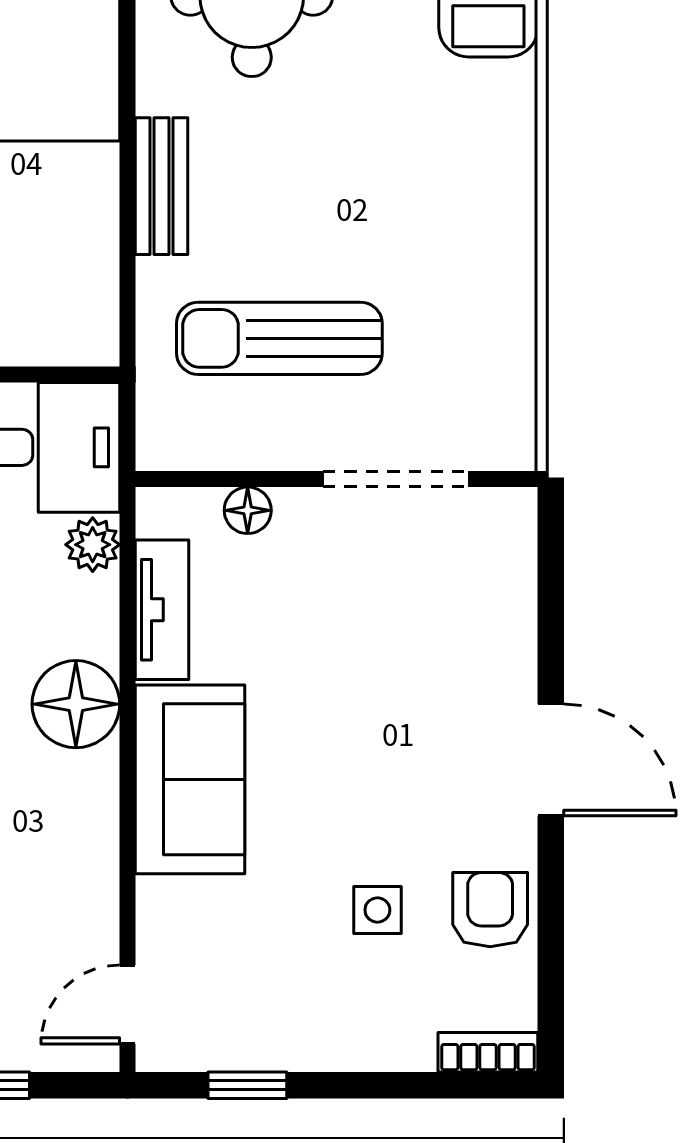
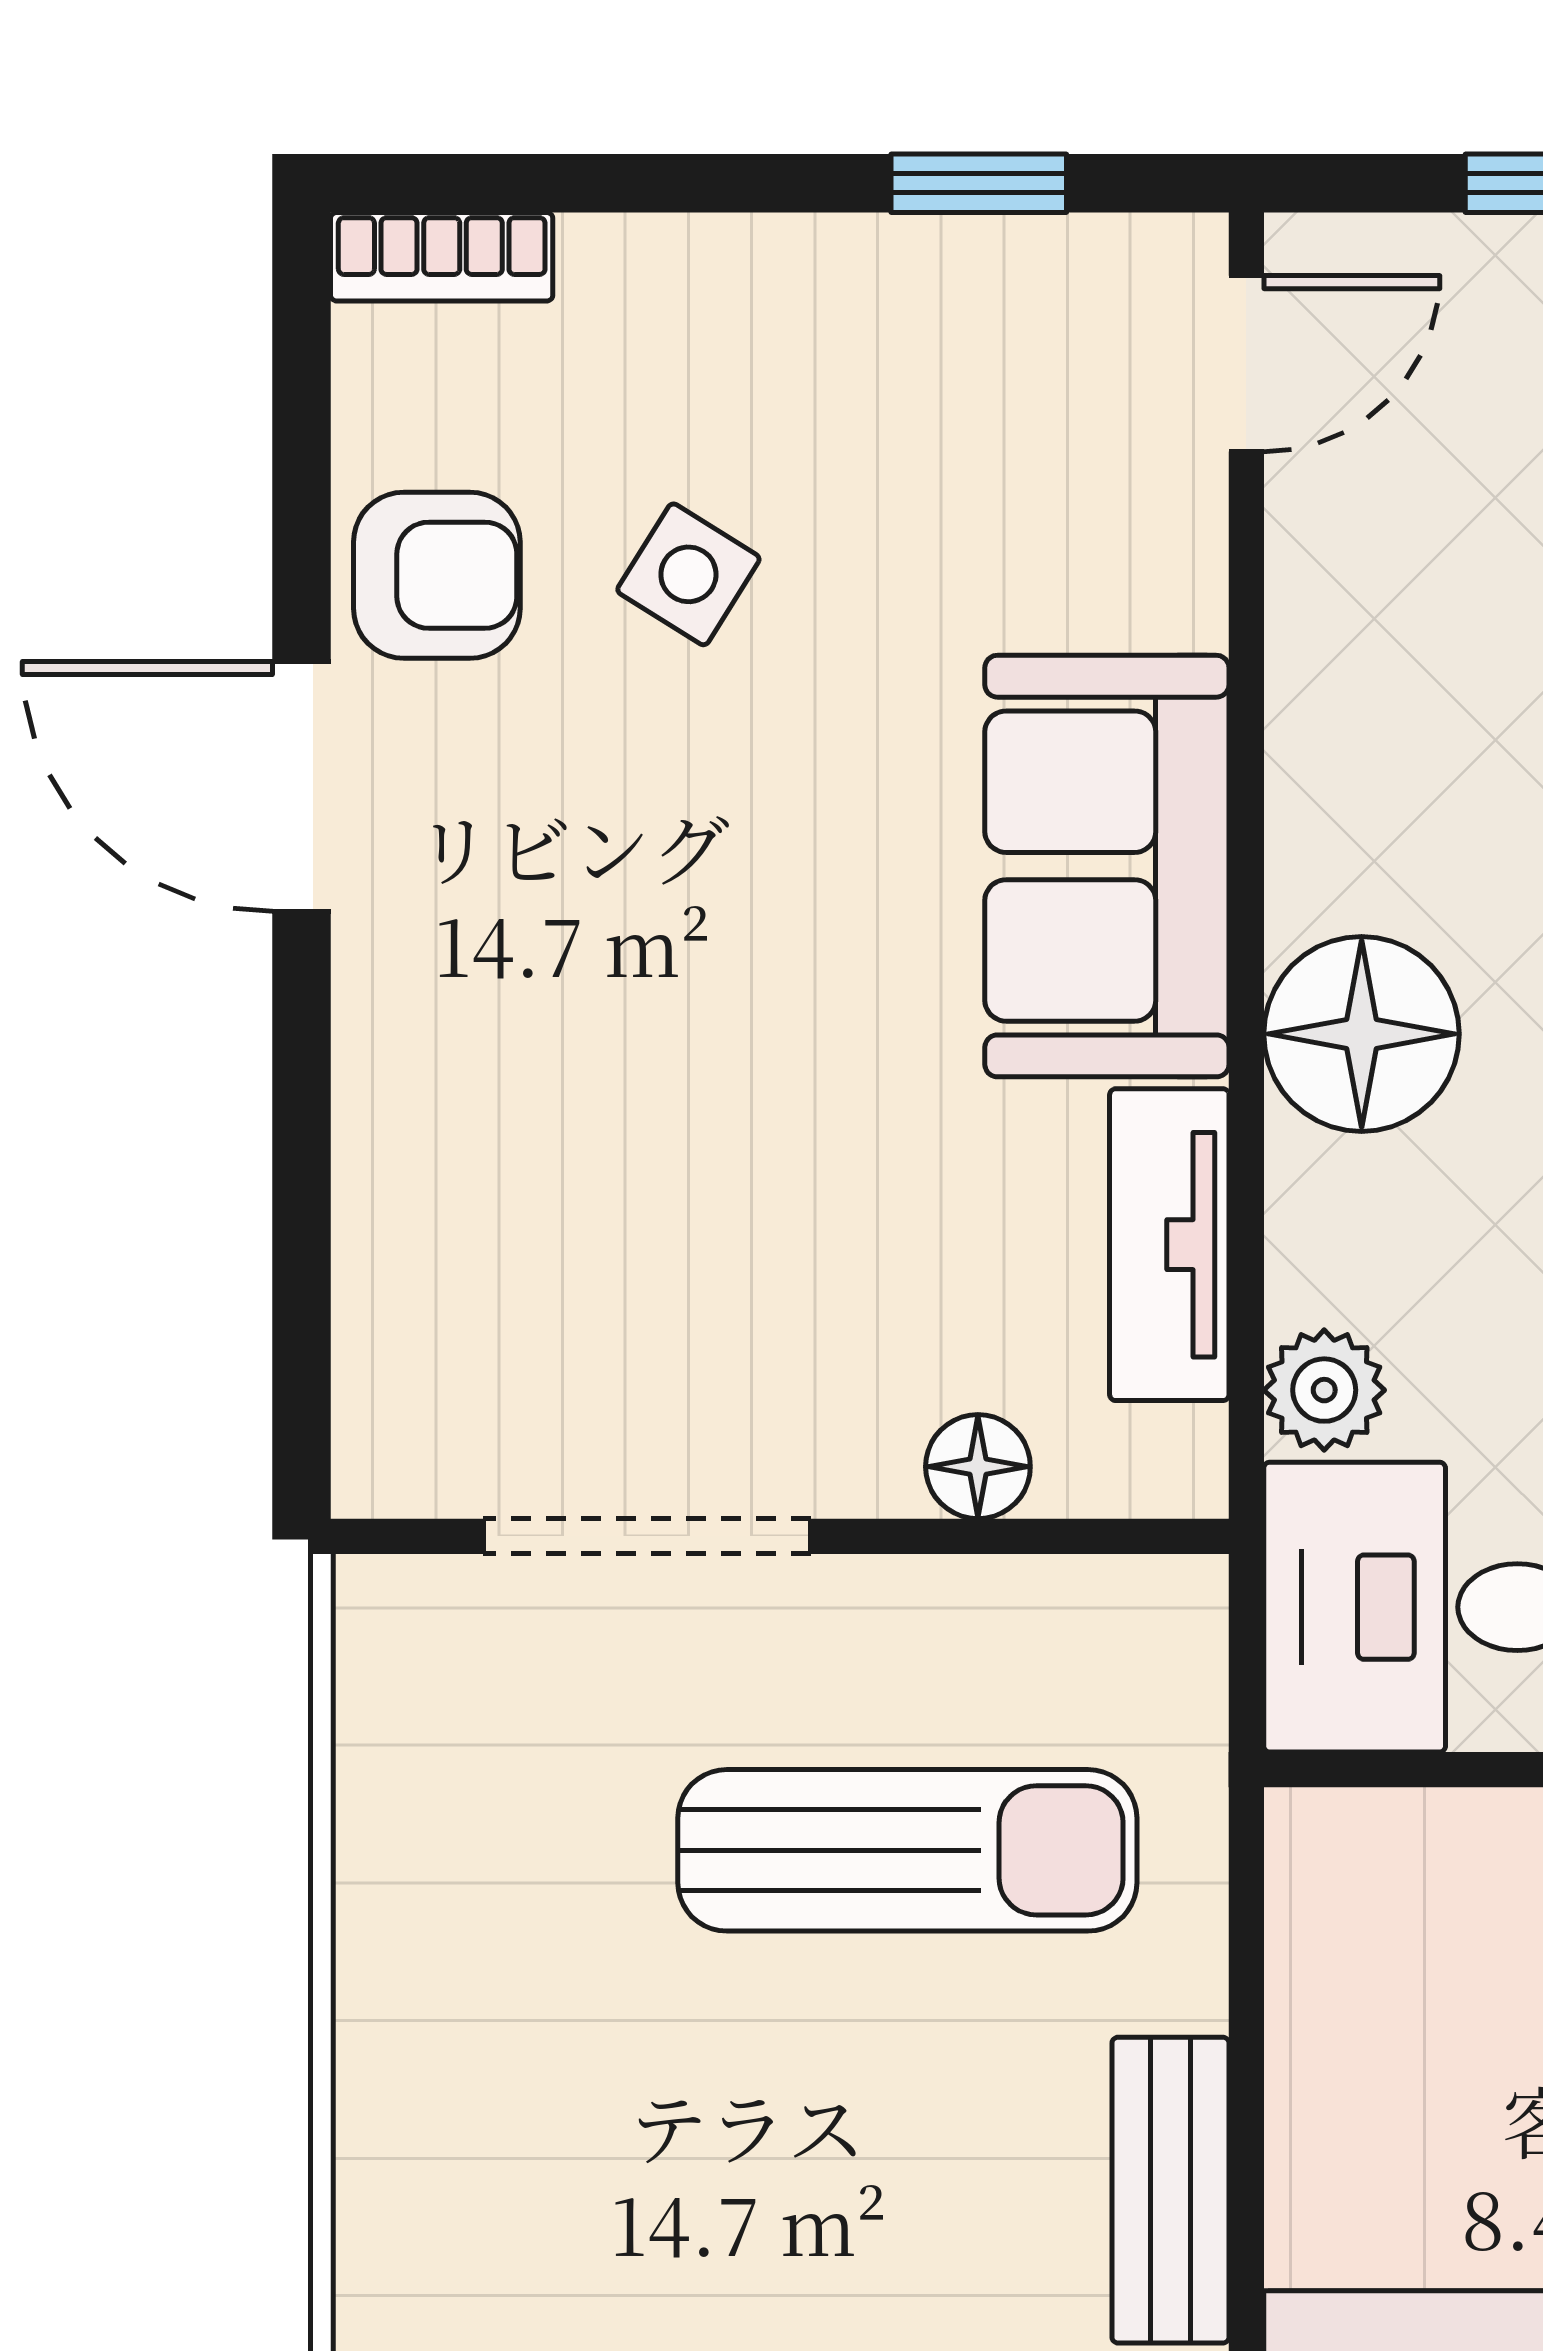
door: (551, 760) -> (301, 786), moved
side table: (377, 910) -> (688, 574), turned 32
armchair: (490, 910) -> (437, 575), turned -90

